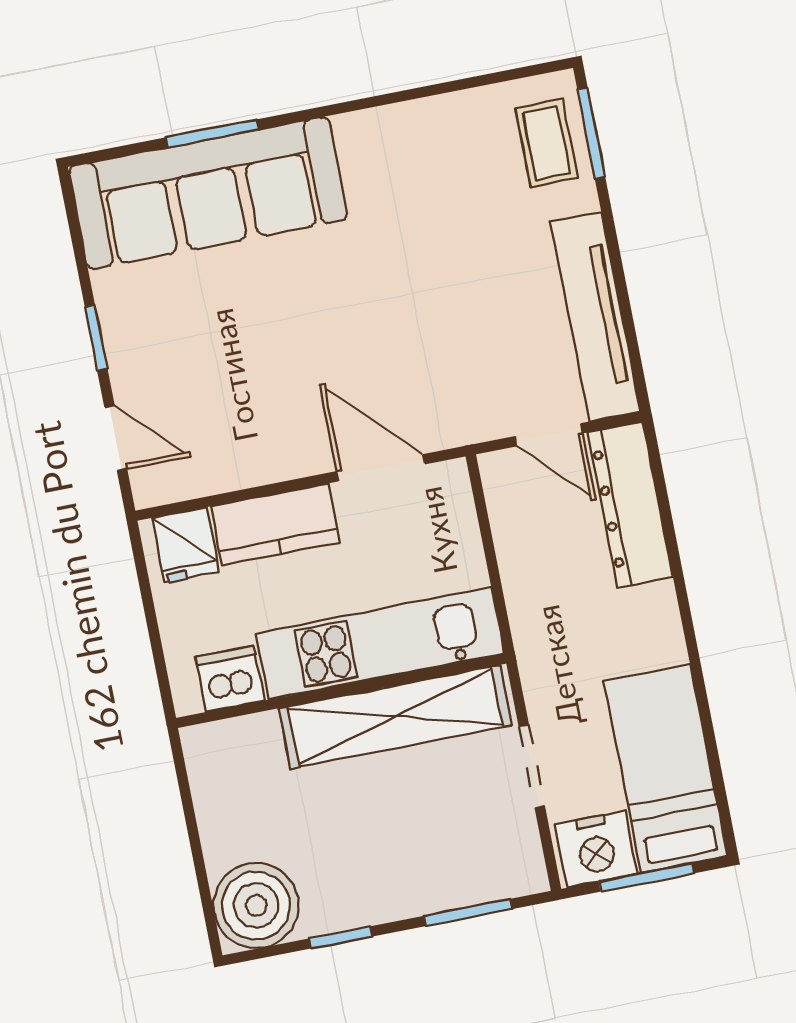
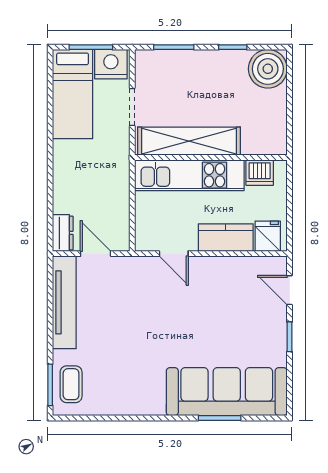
door: (381, 468) -> (174, 254), width x0.73
dresser: (630, 505) -> (63, 233), width x0.51, depth x0.80

